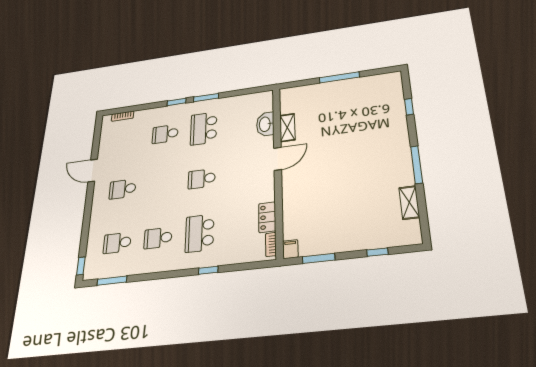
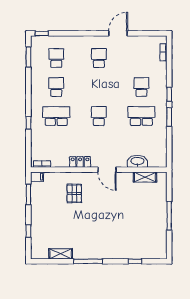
shelving: (287, 128) -> (145, 177), moved
pallet: (314, 196) -> (74, 193), added
locker: (267, 217) -> (80, 162), moved

